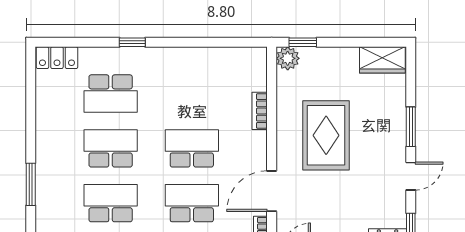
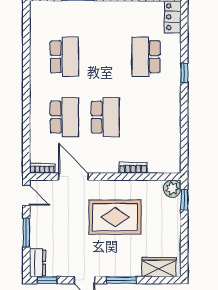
wardrobe: (382, 60) -> (159, 267), moved, turned 90
school desk: (111, 148) -> (105, 57), removed

